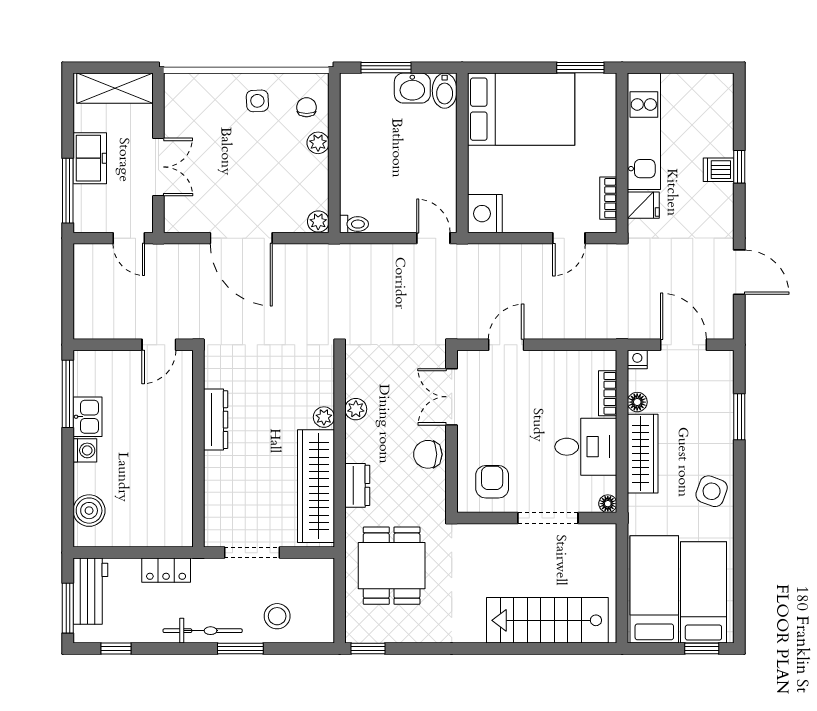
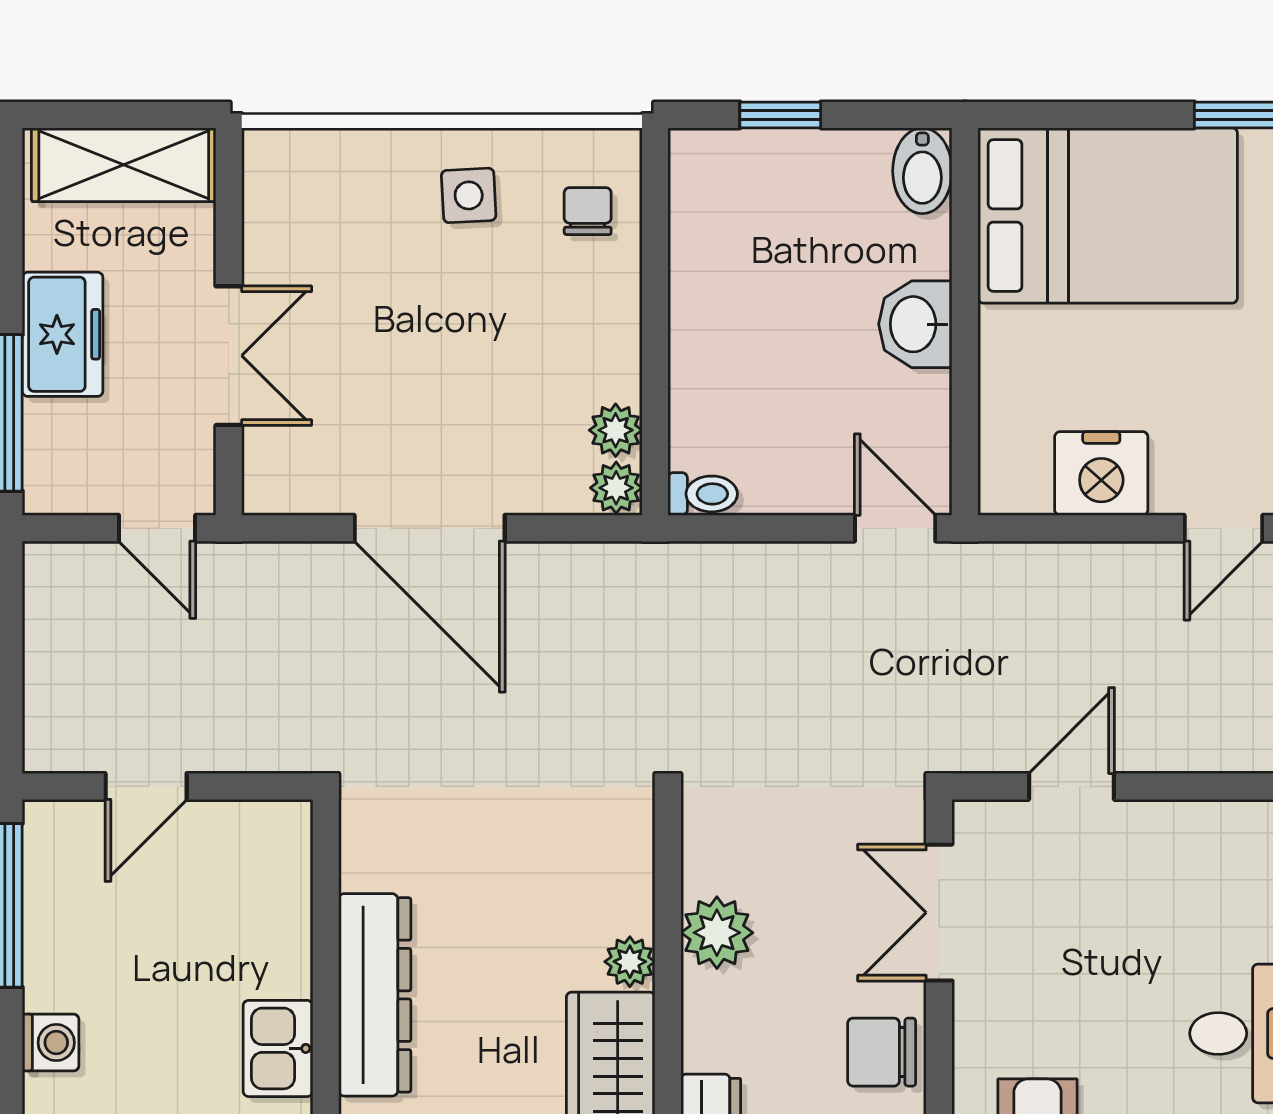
window: (386, 68) -> (780, 115), width x0.67
washbasin: (412, 88) -> (915, 324), moved, turned 90
plant: (318, 143) -> (616, 430), moved
nightstand: (485, 214) -> (1101, 473), moved, turned -90
door: (159, 345) -> (146, 786), moved
plant: (356, 409) -> (717, 933), width x1.38, depth x1.38
kitchen sink: (88, 417) -> (278, 1048), moved, turned 180
dresser: (216, 420) -> (375, 995), width x1.37, depth x1.24

